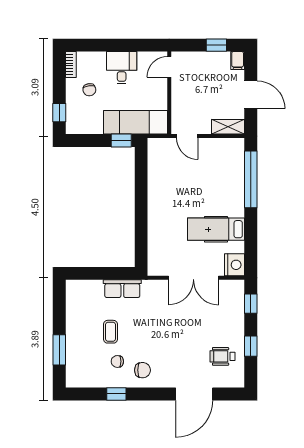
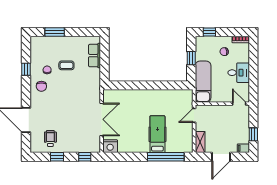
window: (121, 140) -> (191, 58), moved
hospital bed: (216, 229) -> (157, 134), moved
double door: (193, 278) -> (102, 119), swing flipped
row of seats: (122, 289) -> (95, 56), moved

